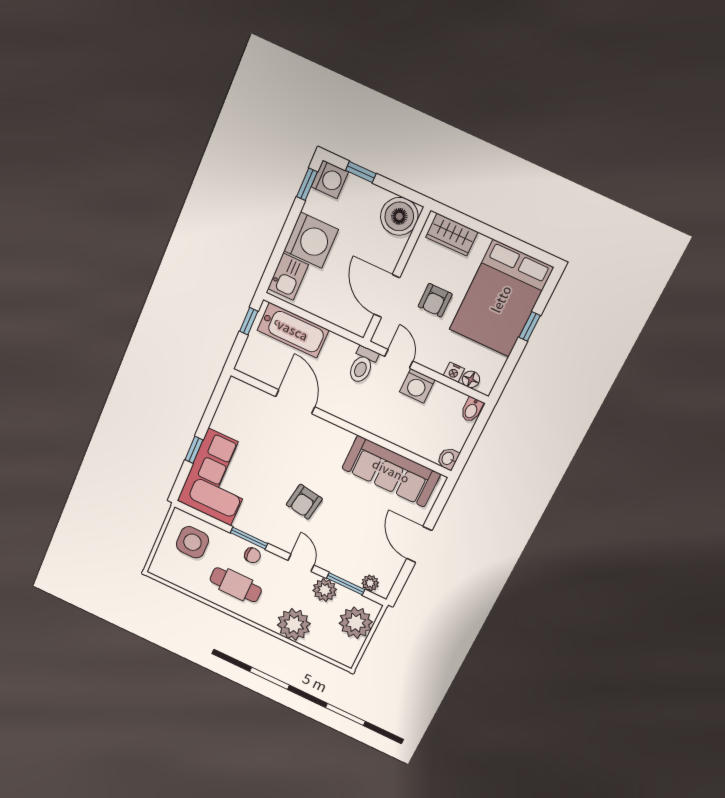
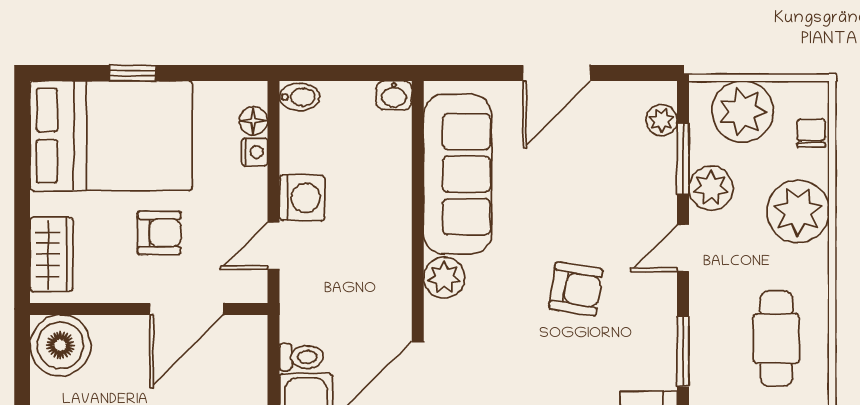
toilet: (362, 365) -> (301, 357), moved, width x0.73, depth x0.72
plant: (341, 439) -> (444, 278), added
chair: (252, 555) -> (811, 133), moved

